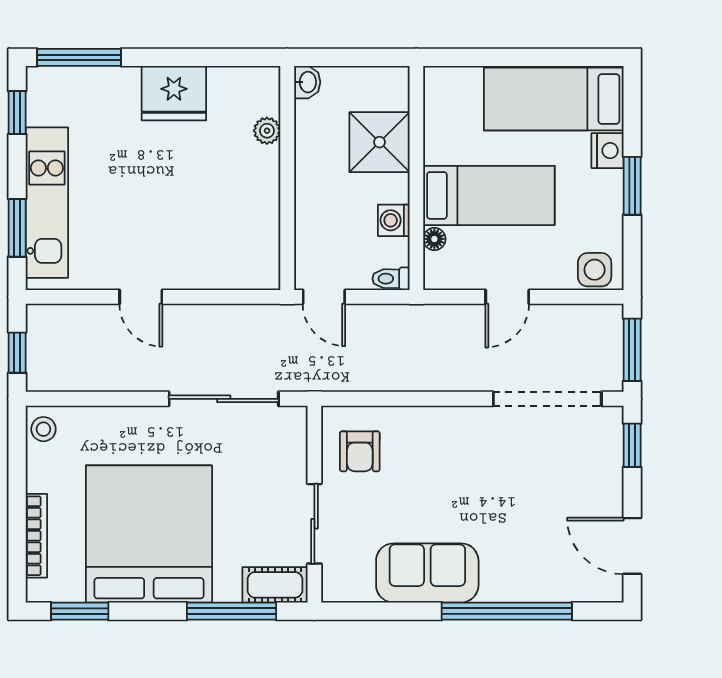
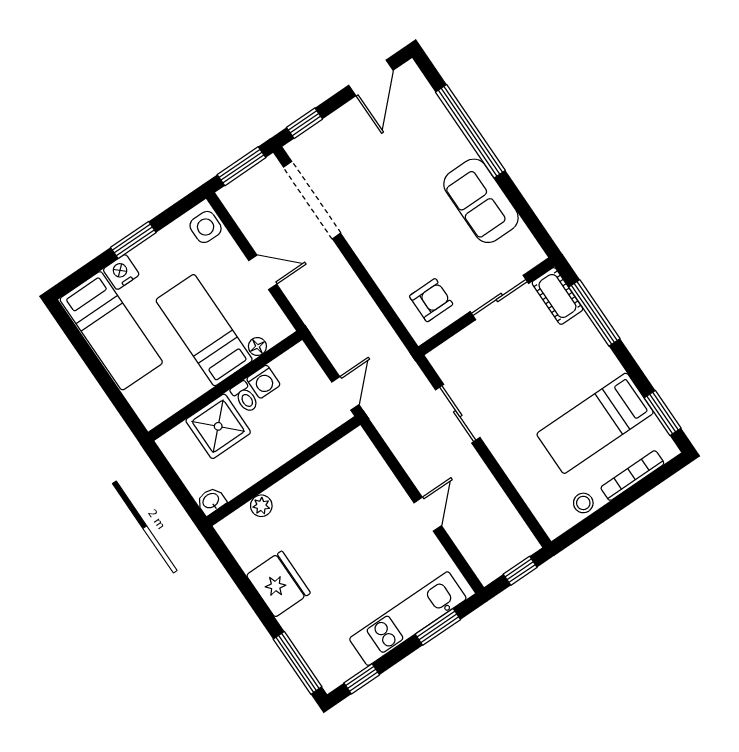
toilet: (391, 279) -> (245, 397), moved
sliding door: (224, 399) -> (458, 414), width x0.73
stool: (43, 429) -> (583, 503), moved
bed: (149, 534) -> (595, 423), width x0.49

